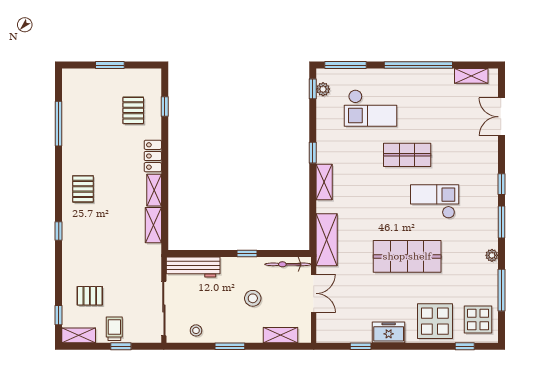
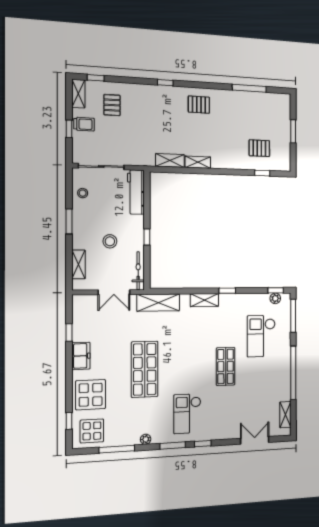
locker: (153, 156) -> (225, 162), removed
checkout: (435, 201) -> (187, 414), moved, turned 180

